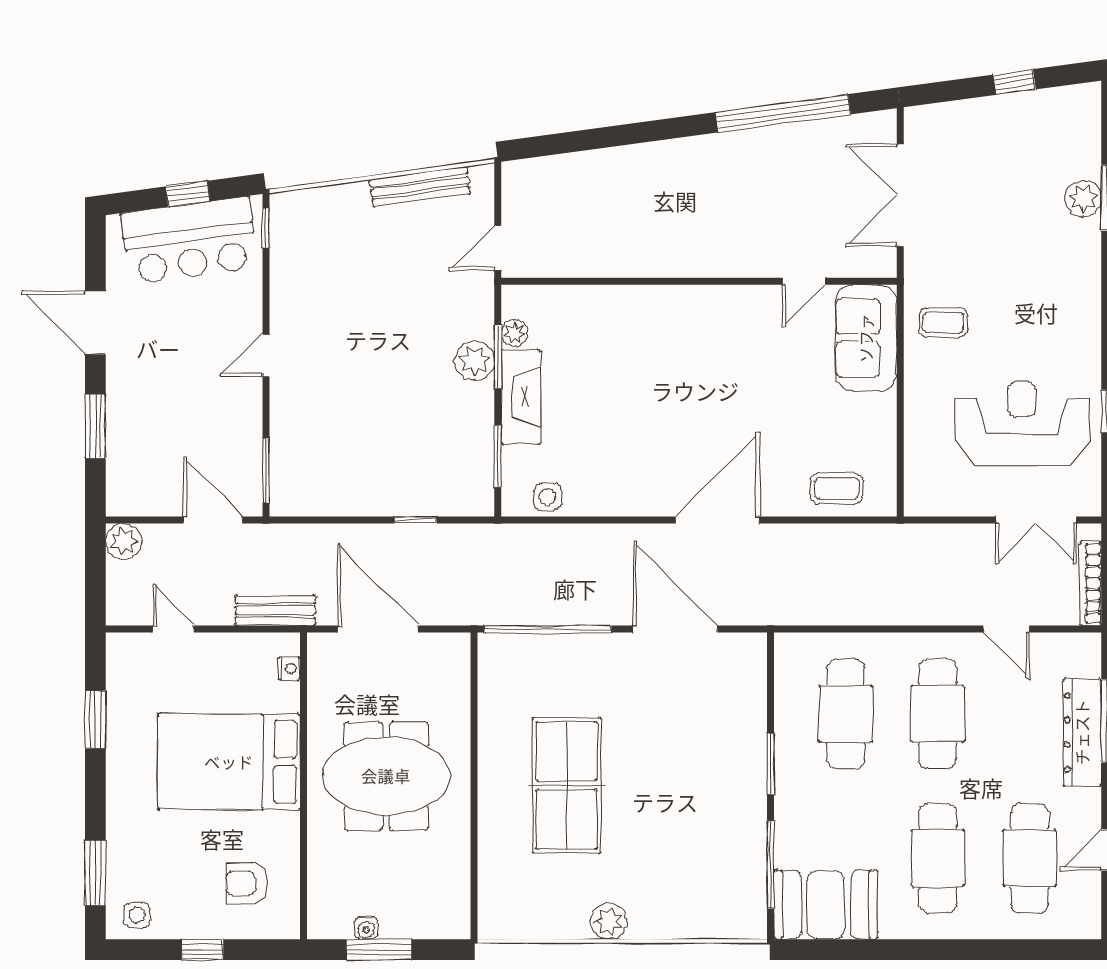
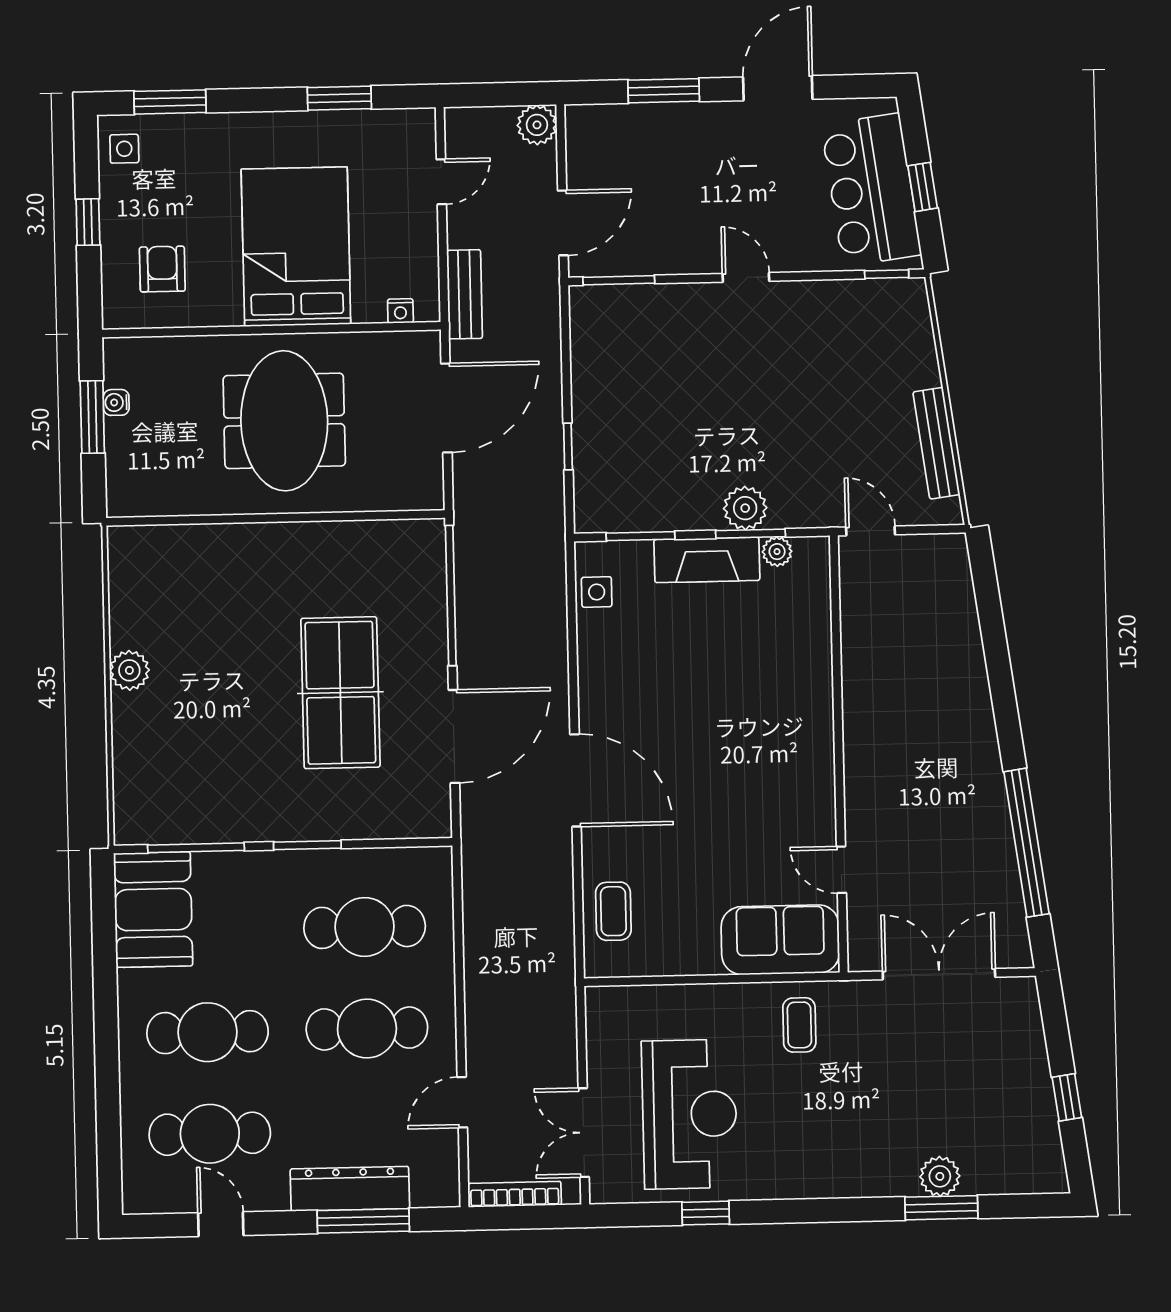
table tennis table: (567, 785) -> (340, 693), moved, turned 90

